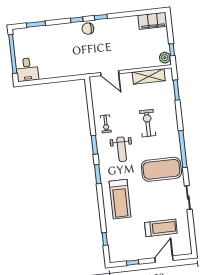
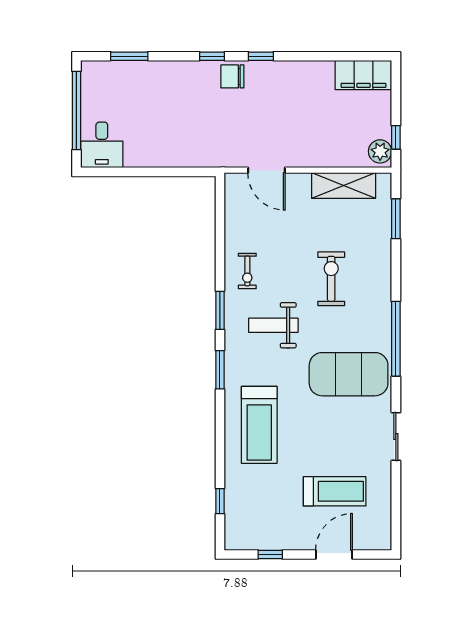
weight bench: (122, 149) -> (273, 325), turned 90

